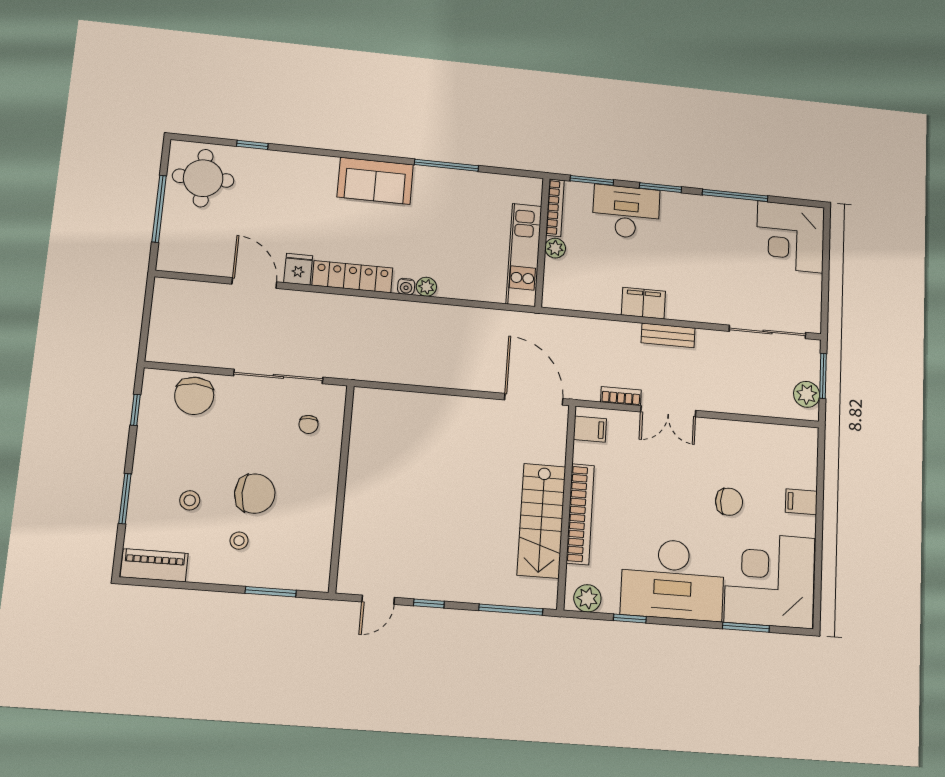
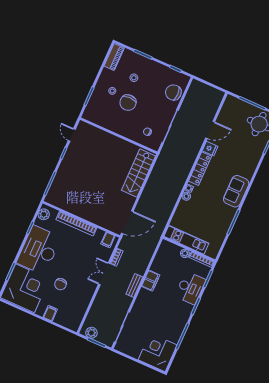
stairs: (541, 521) -> (138, 173), moved, turned -90

